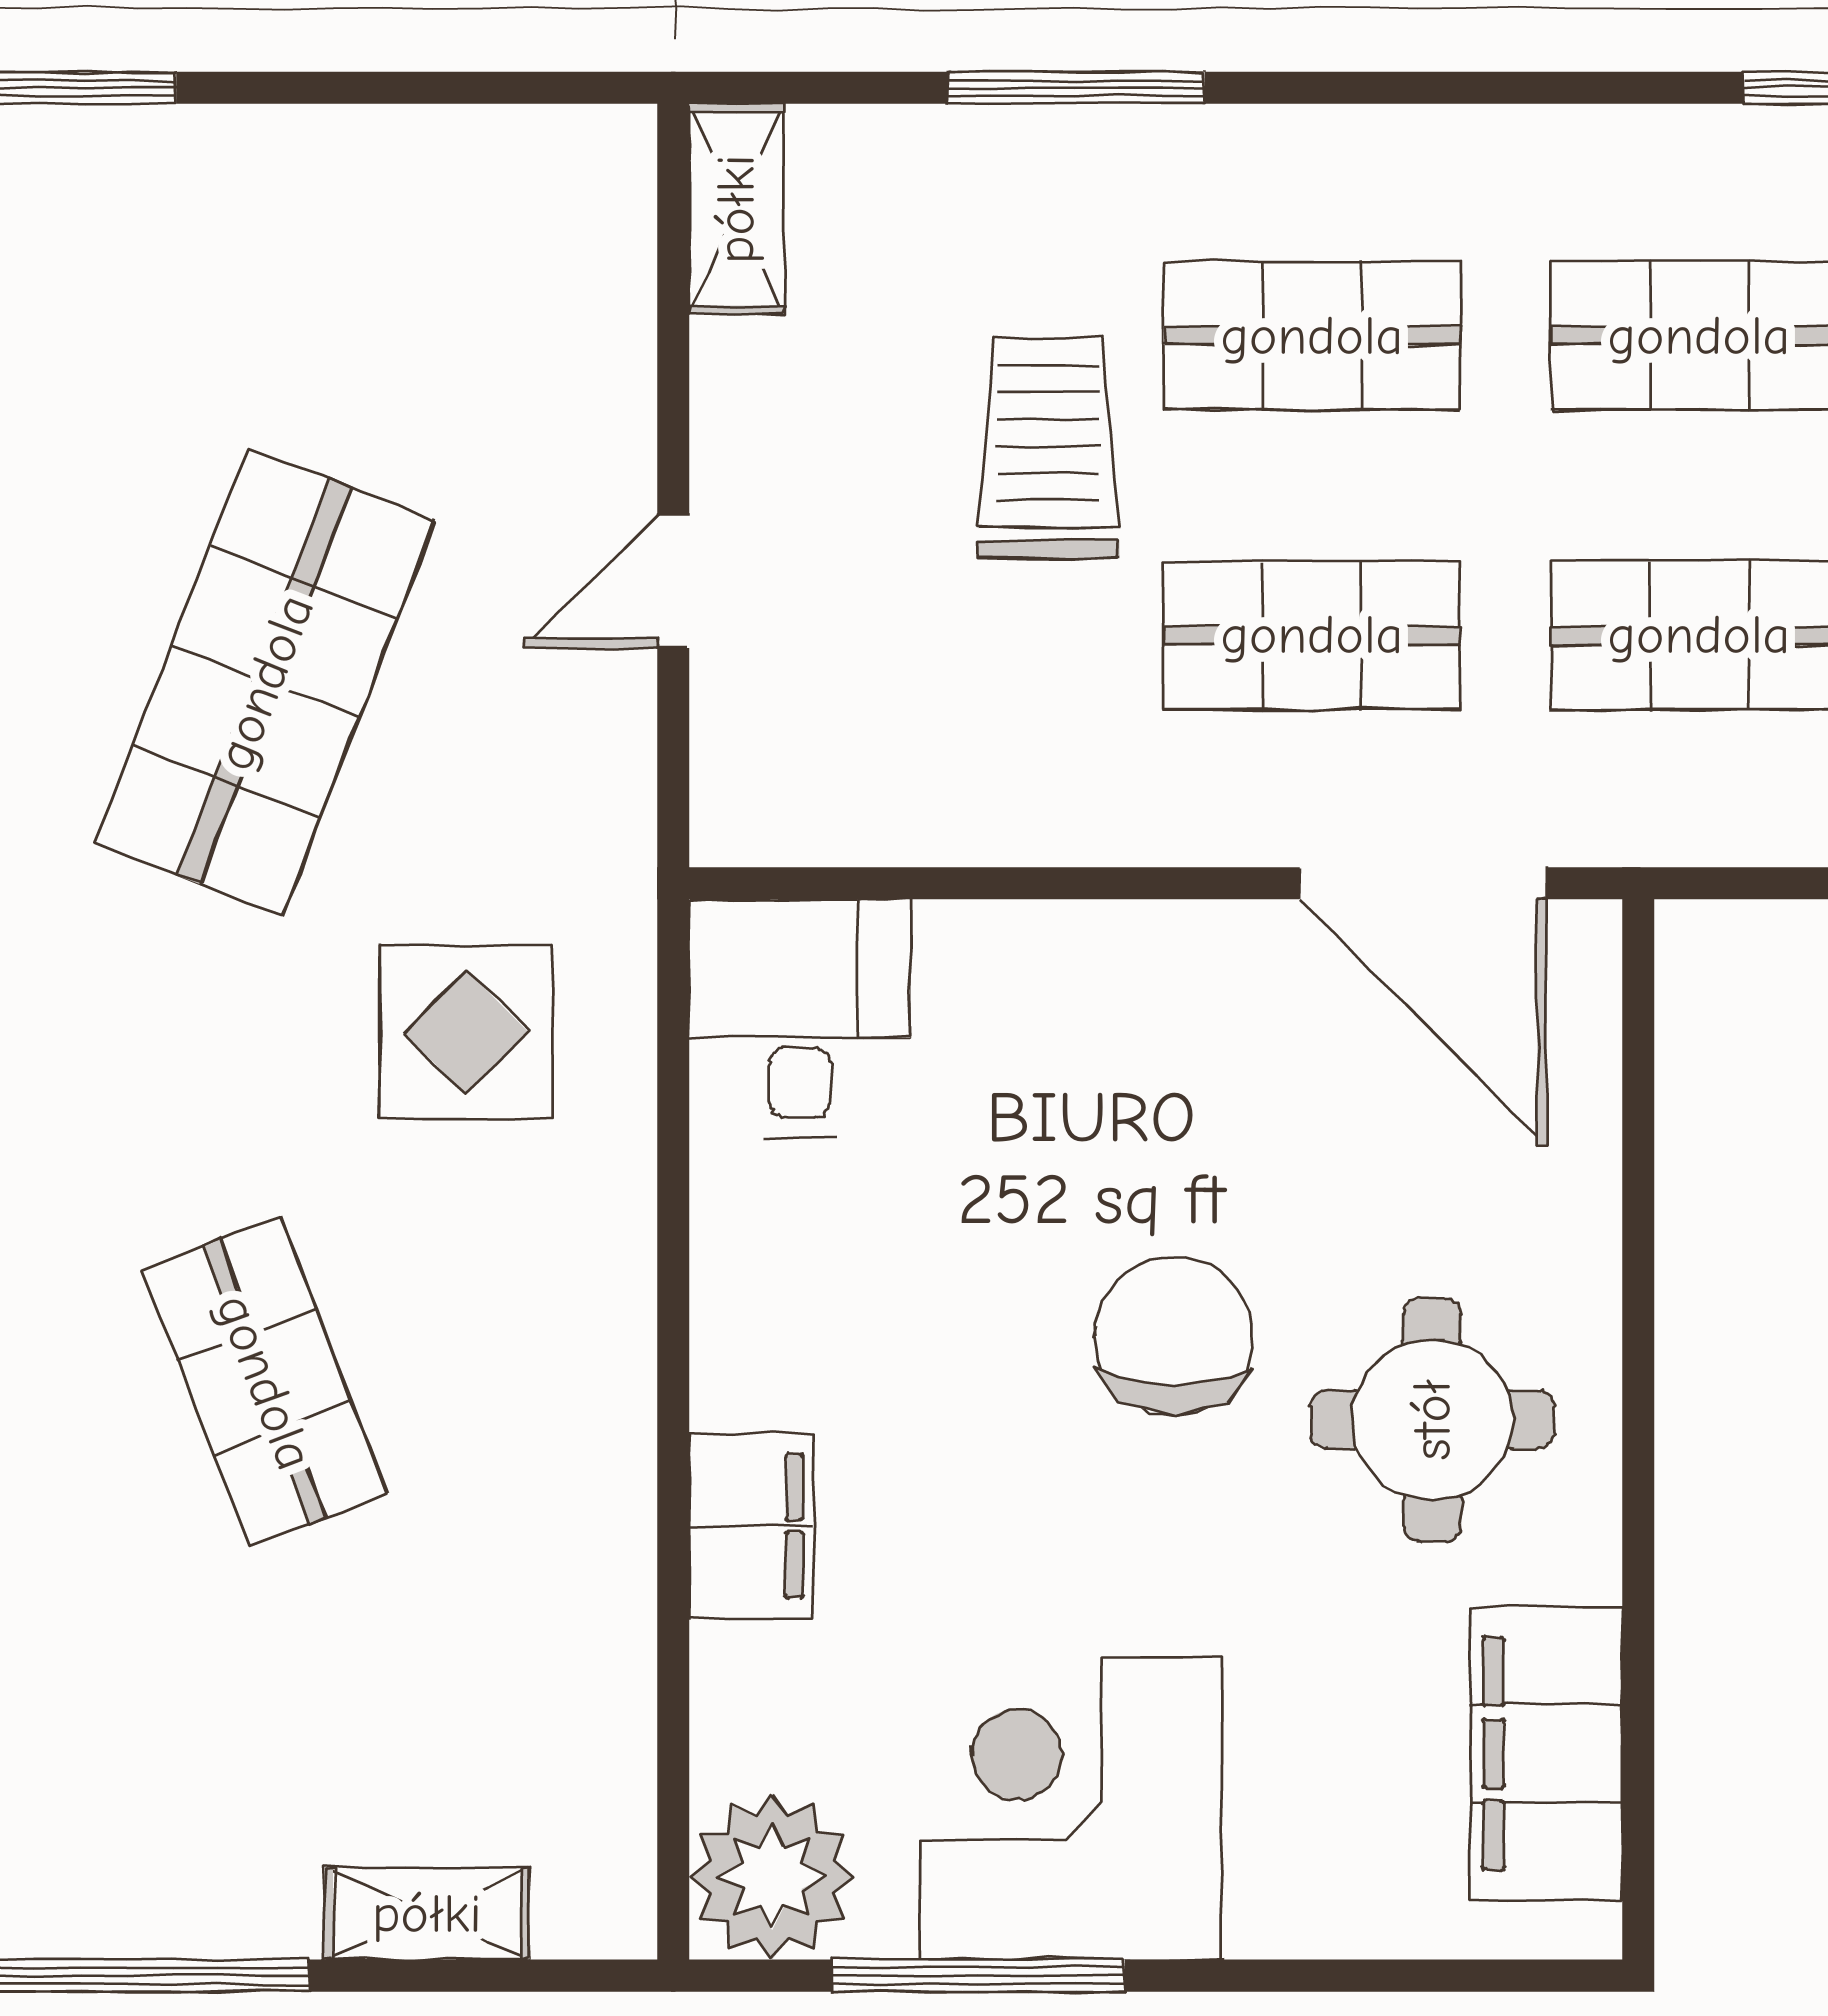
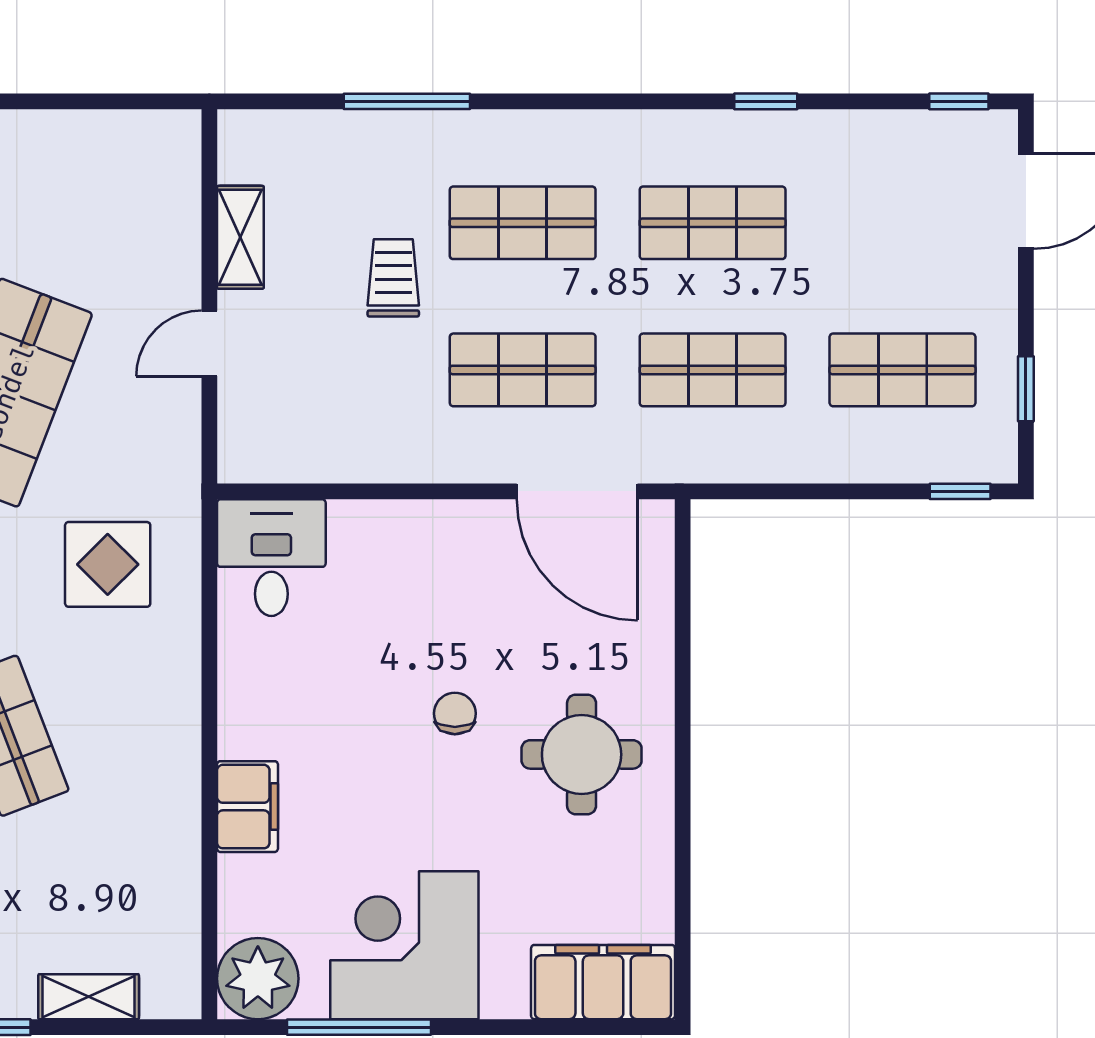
shelving: (736, 209) -> (240, 237), moved
trolley: (1048, 448) -> (393, 278), width x0.73, depth x0.72
chair: (1174, 1336) -> (455, 713), width x0.54, depth x0.54
filing cabinet: (1547, 1754) -> (603, 982), moved, turned 90

